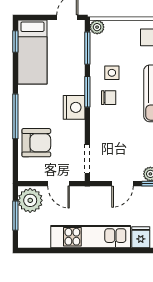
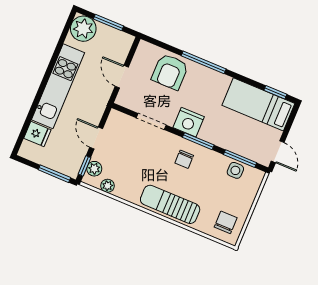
plant: (97, 27) -> (256, 176), removed
side table: (112, 73) -> (235, 170), moved
doorway: (87, 159) -> (151, 121), moved
door: (59, 184) -> (122, 77), hinge flipped
plant: (30, 200) -> (83, 29), moved

